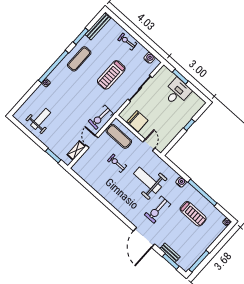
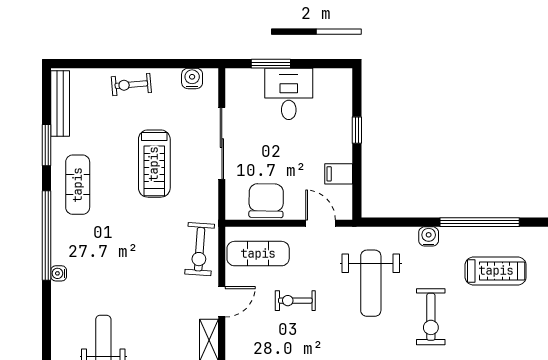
chair: (137, 121) -> (266, 201), turned -89
filing cabinet: (170, 134) -> (339, 174), added
door: (92, 142) -> (222, 302), swing flipped
weight bench: (148, 180) -> (371, 283), turned -90

